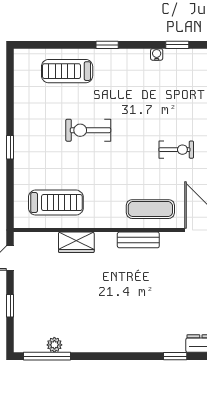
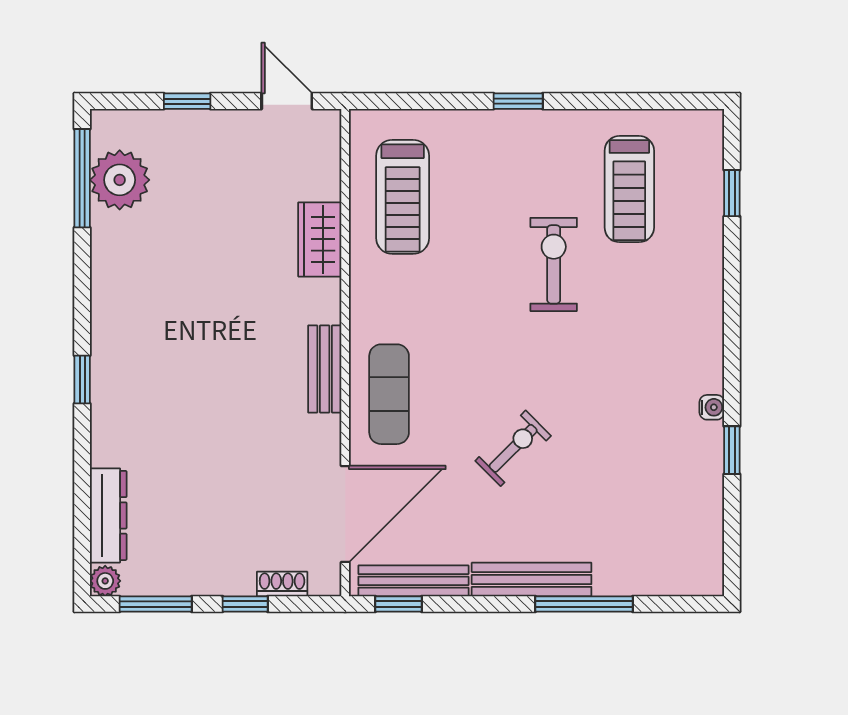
window: (107, 45) -> (732, 193), moved
treadmill: (67, 71) -> (629, 189), moved, turned 180
exercise bike: (176, 150) -> (513, 448), turned -135
plant: (54, 345) -> (120, 180), width x1.87, depth x1.87
window: (175, 356) -> (82, 380), moved

